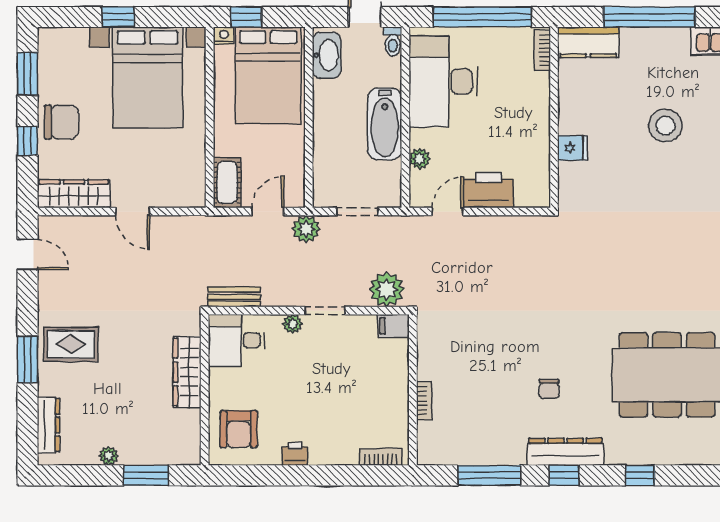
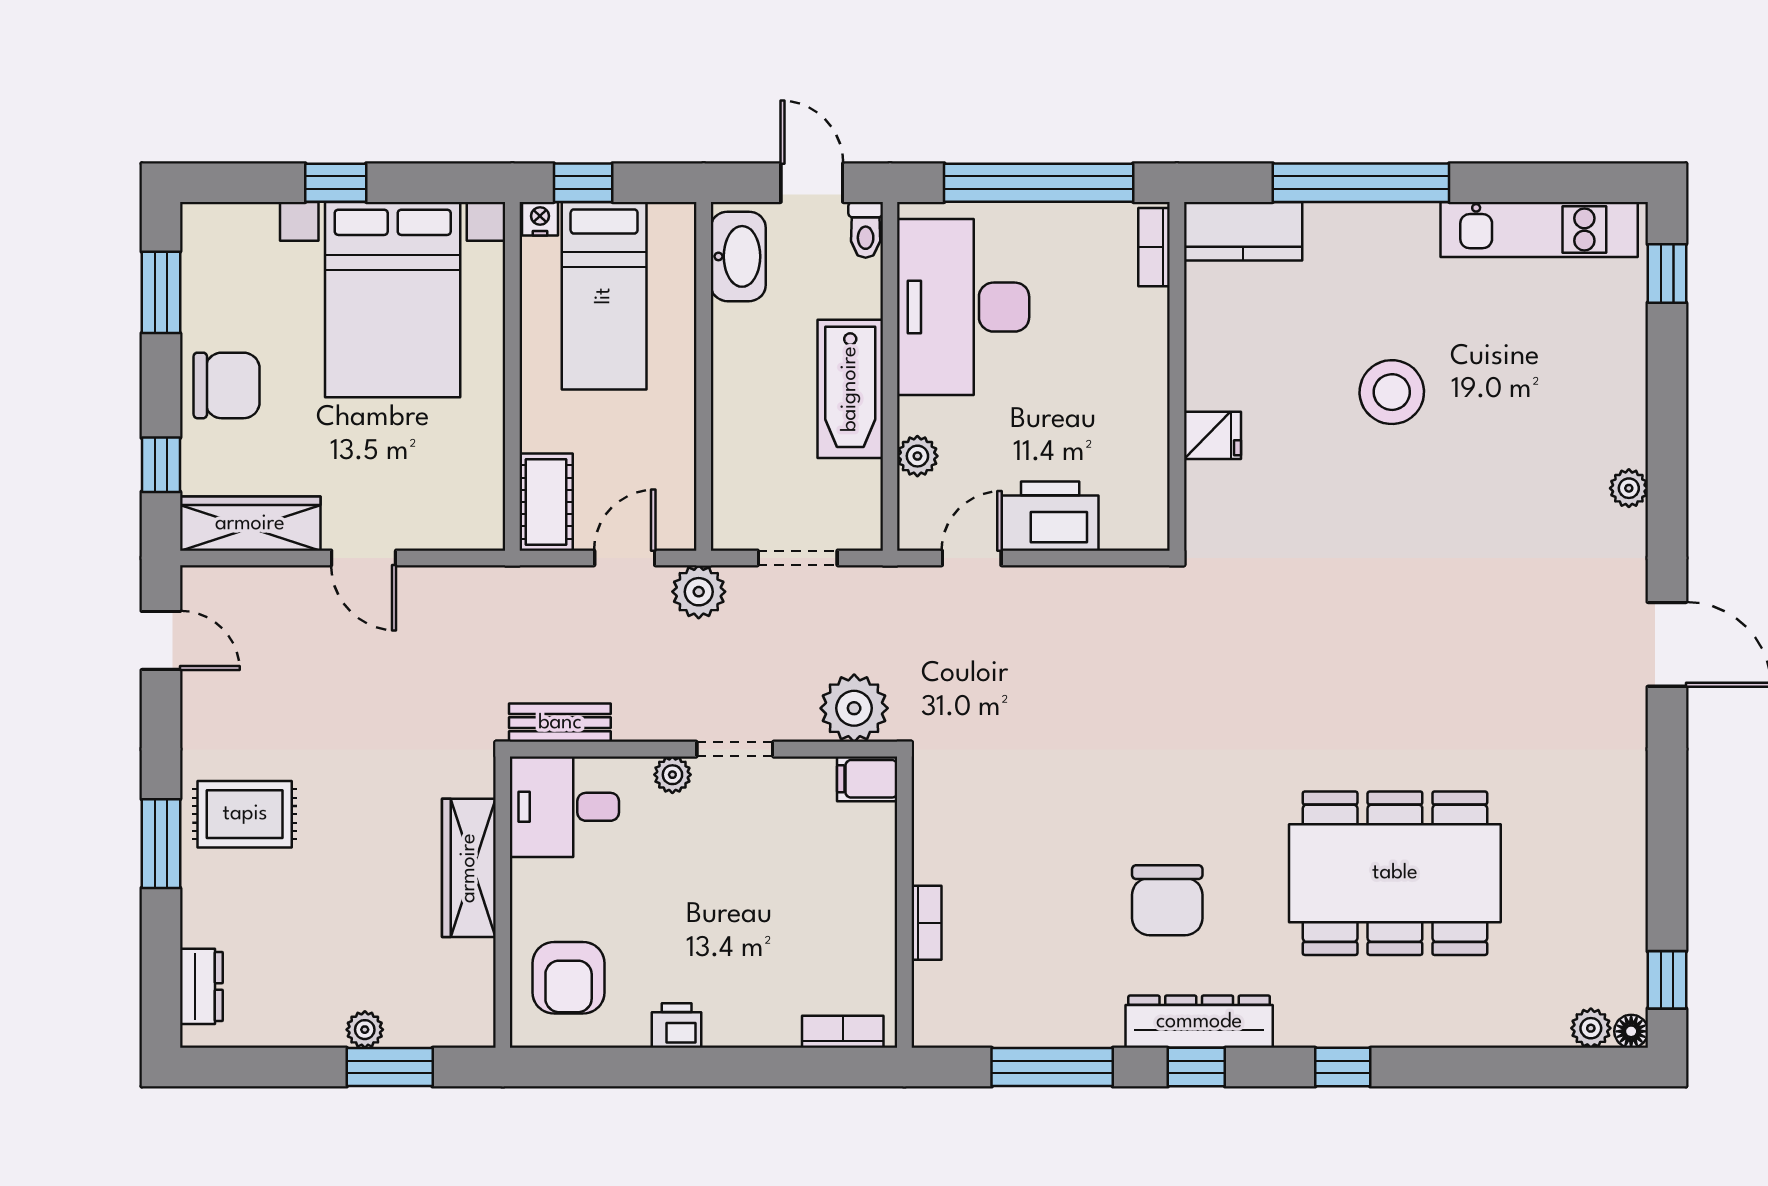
bed: (268, 76) -> (604, 296), width x0.67
window: (28, 141) -> (161, 465), moved
chair: (549, 389) -> (1167, 900), width x1.87, depth x1.87
dresser: (48, 425) -> (201, 986), width x0.70
plant: (109, 456) -> (365, 1030), moved

